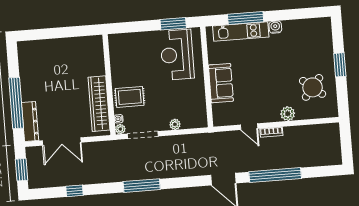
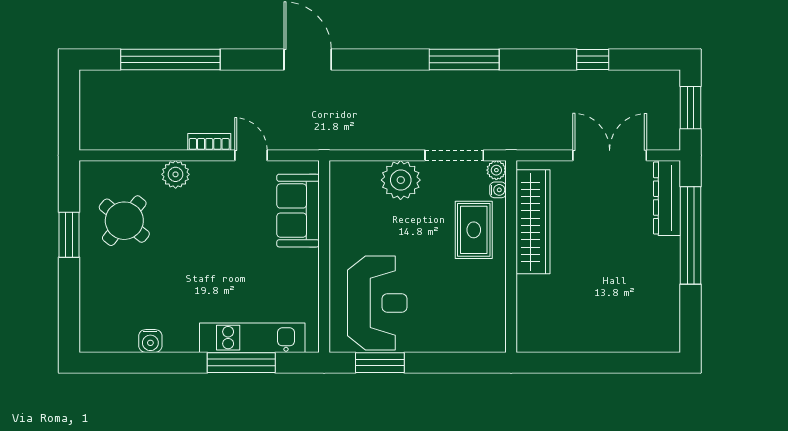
water cooler: (275, 27) -> (150, 341), moved
window: (340, 65) -> (69, 235), moved
sofa: (221, 83) -> (298, 211), moved
rug: (130, 97) -> (474, 230), turned 90
plant: (175, 124) -> (401, 180), width x1.87, depth x1.87
window: (275, 175) -> (170, 59), moved

